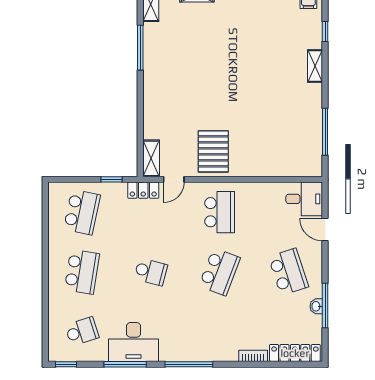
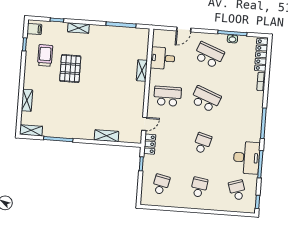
trolley: (269, 17) -> (45, 55), added
pallet: (213, 151) -> (70, 69), moved, turned 90
shelving: (151, 158) -> (106, 136), moved
shelving: (257, 169) -> (142, 70), added
door: (174, 179) -> (144, 124), hinge flipped
desk: (304, 199) -> (163, 58), moved, turned -90
school desk: (82, 212) -> (161, 184), width x0.54
school desk: (82, 272) -> (199, 187), width x0.54
school desk: (288, 272) -> (209, 55), turned 39

